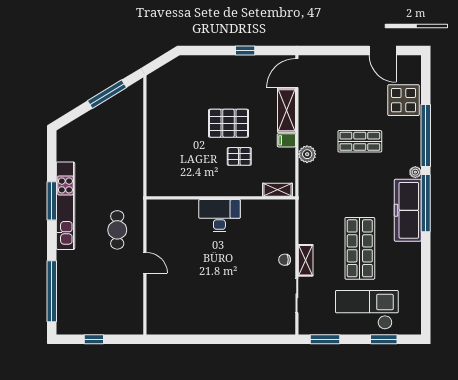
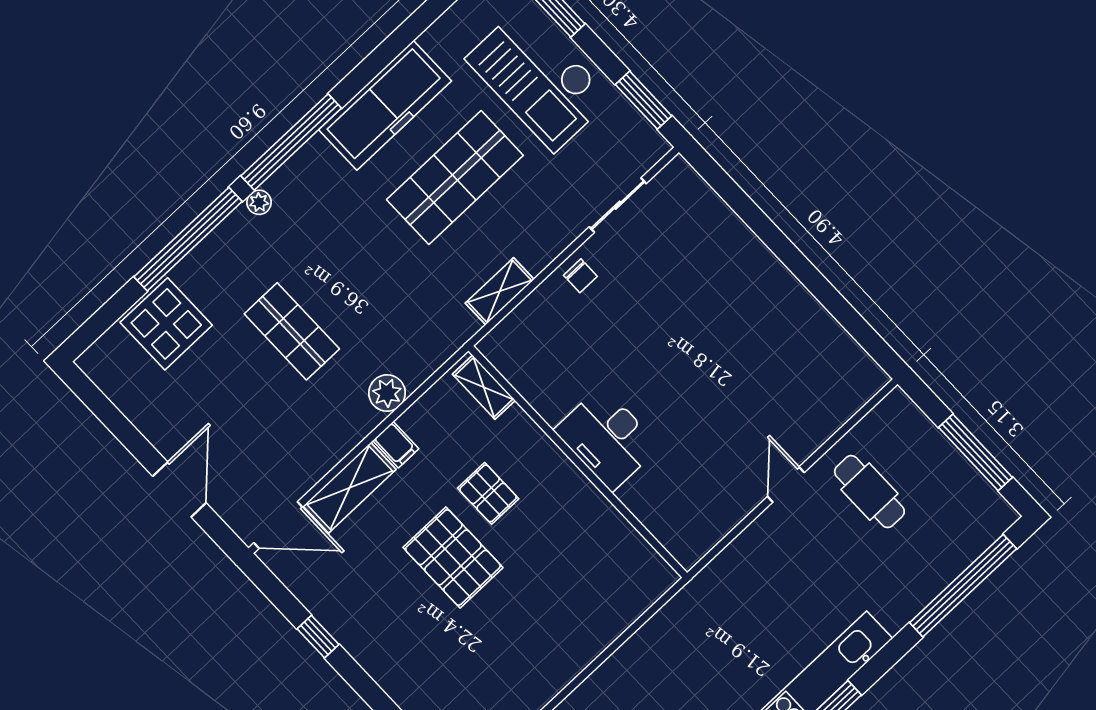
door: (383, 50) -> (179, 490), moved
freezer: (408, 210) -> (385, 105), moved
cafe table: (117, 230) -> (869, 492), moved, turned 90
shelving: (306, 260) -> (500, 291), moved
window: (94, 339) -> (976, 452), width x2.17

